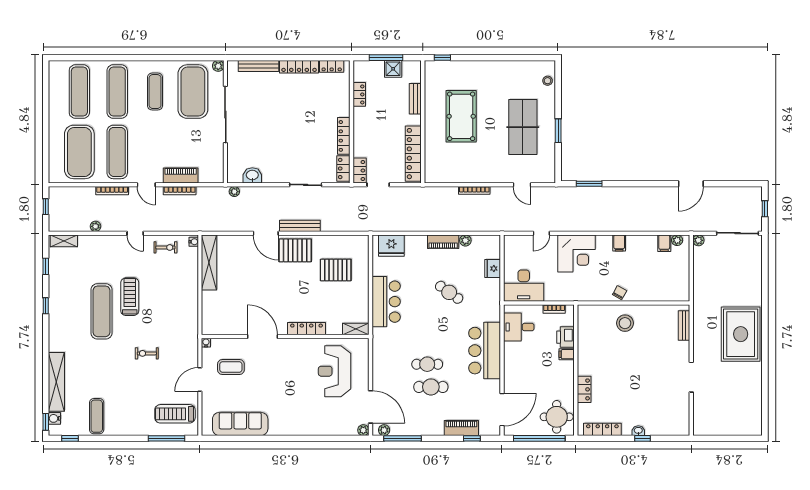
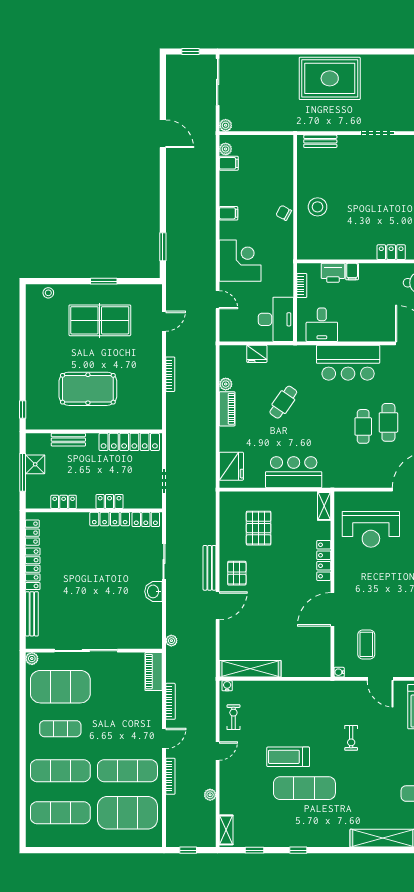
locker: (360, 171) -> (110, 501), moved
washbasin: (252, 175) -> (154, 591), moved
piano: (181, 176) -> (154, 672), moved
pallet: (295, 250) -> (237, 573), width x0.67, depth x0.71

